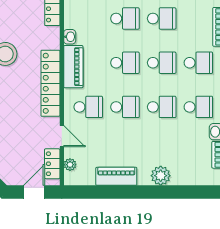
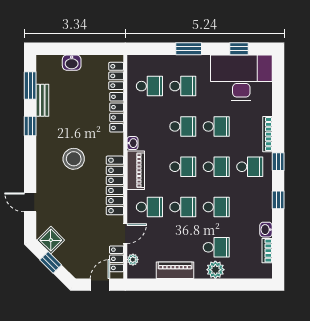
school desk: (198, 107) -> (216, 247), moved
door: (62, 136) -> (125, 234), hinge flipped

